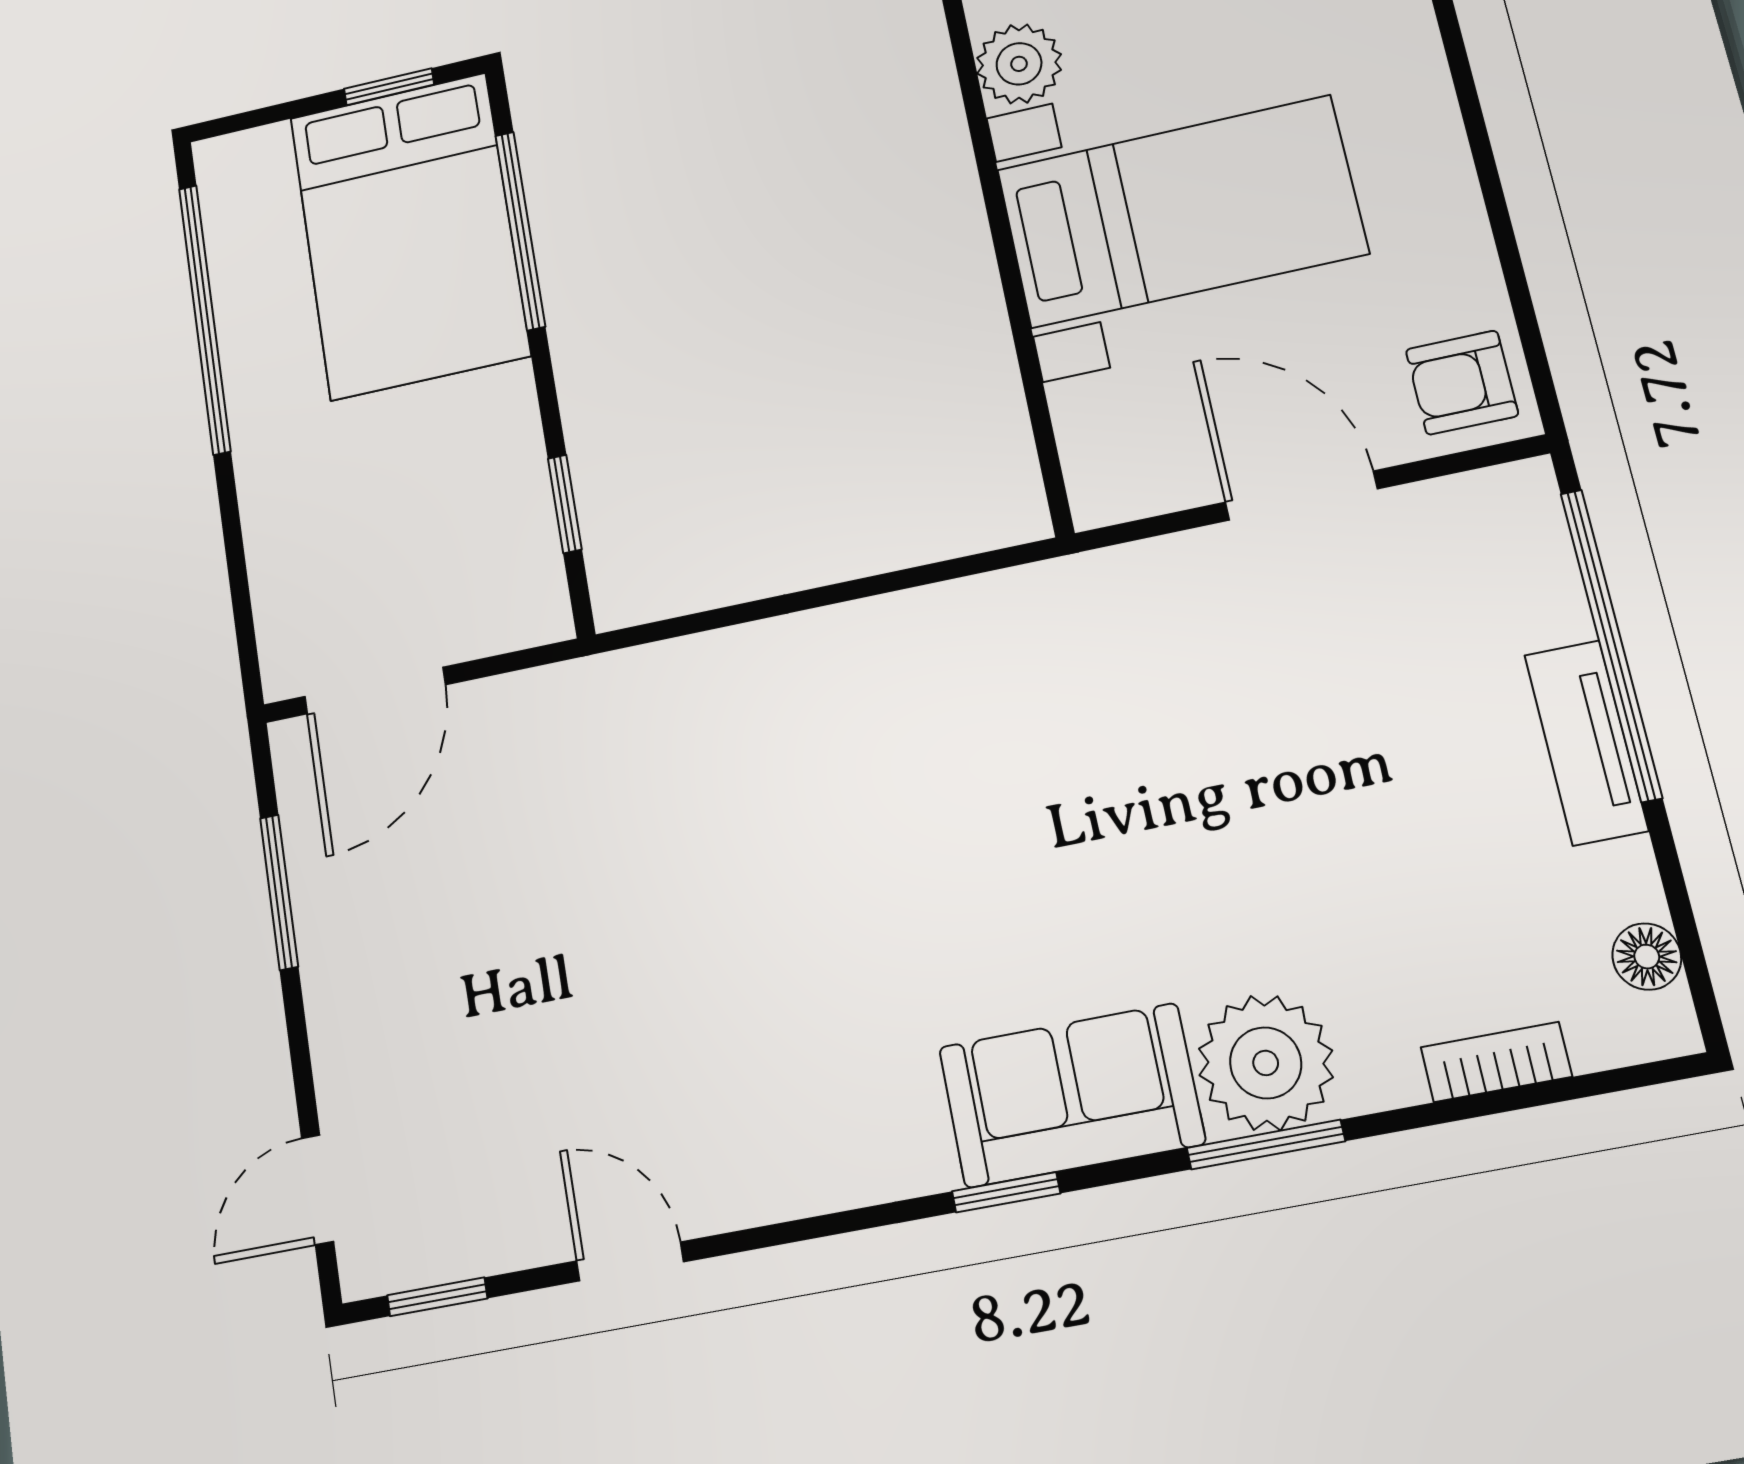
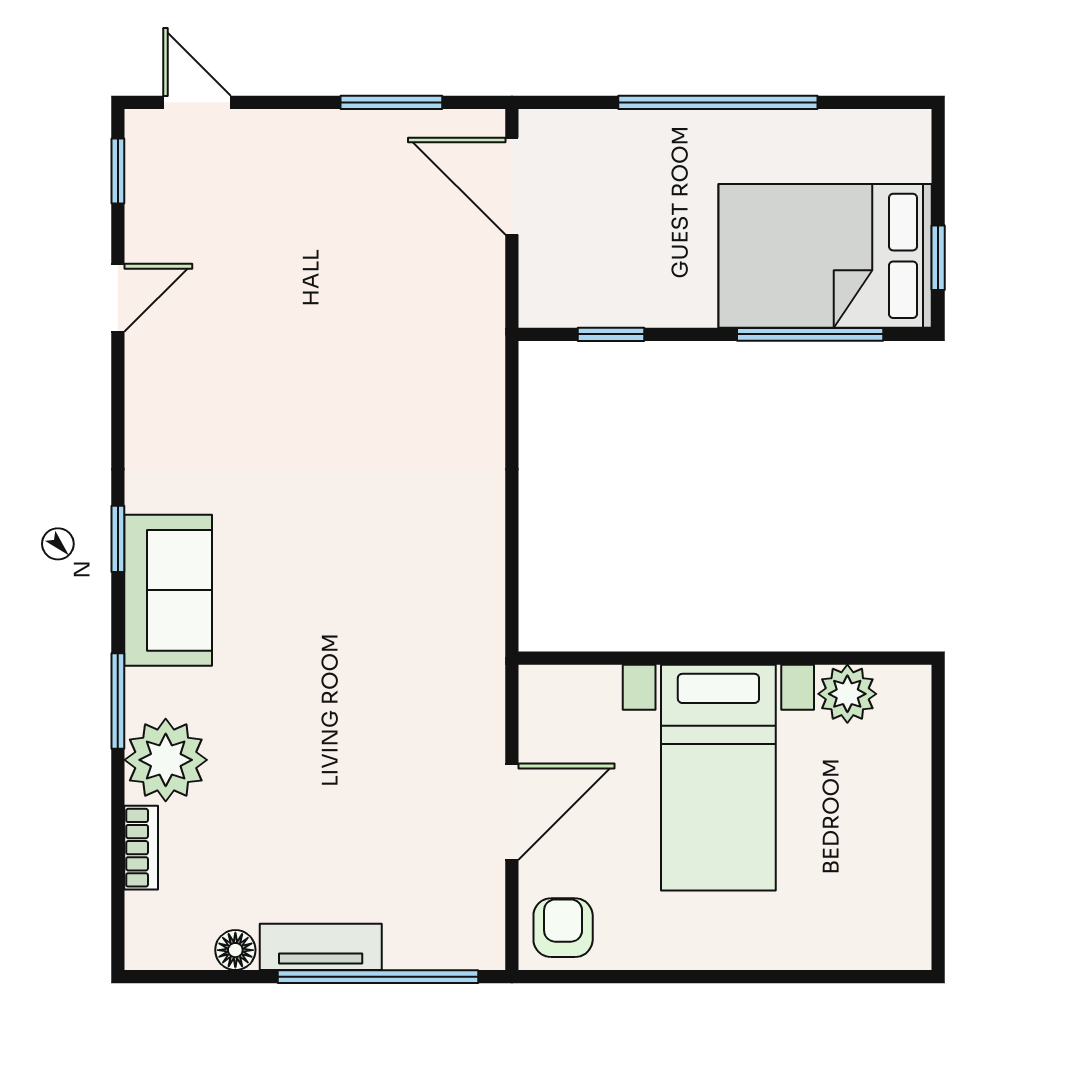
window: (205, 319) -> (718, 102), moved
floor lamp: (1647, 957) -> (235, 950), moved
plant: (1266, 1063) -> (166, 760), moved

